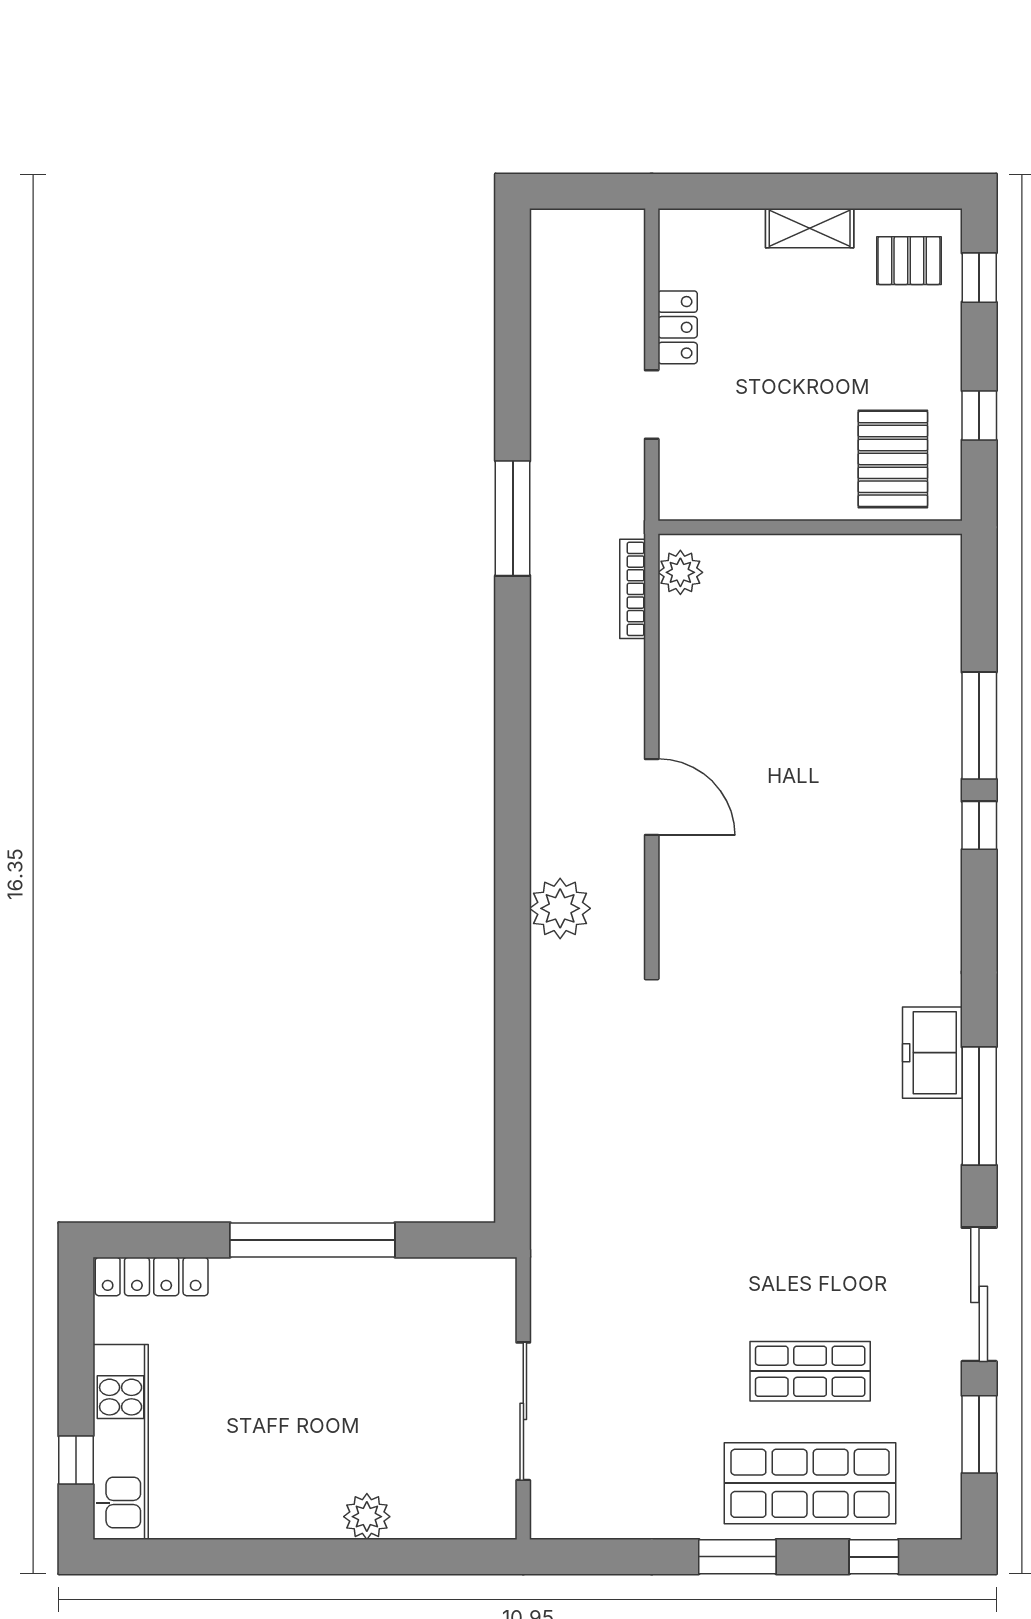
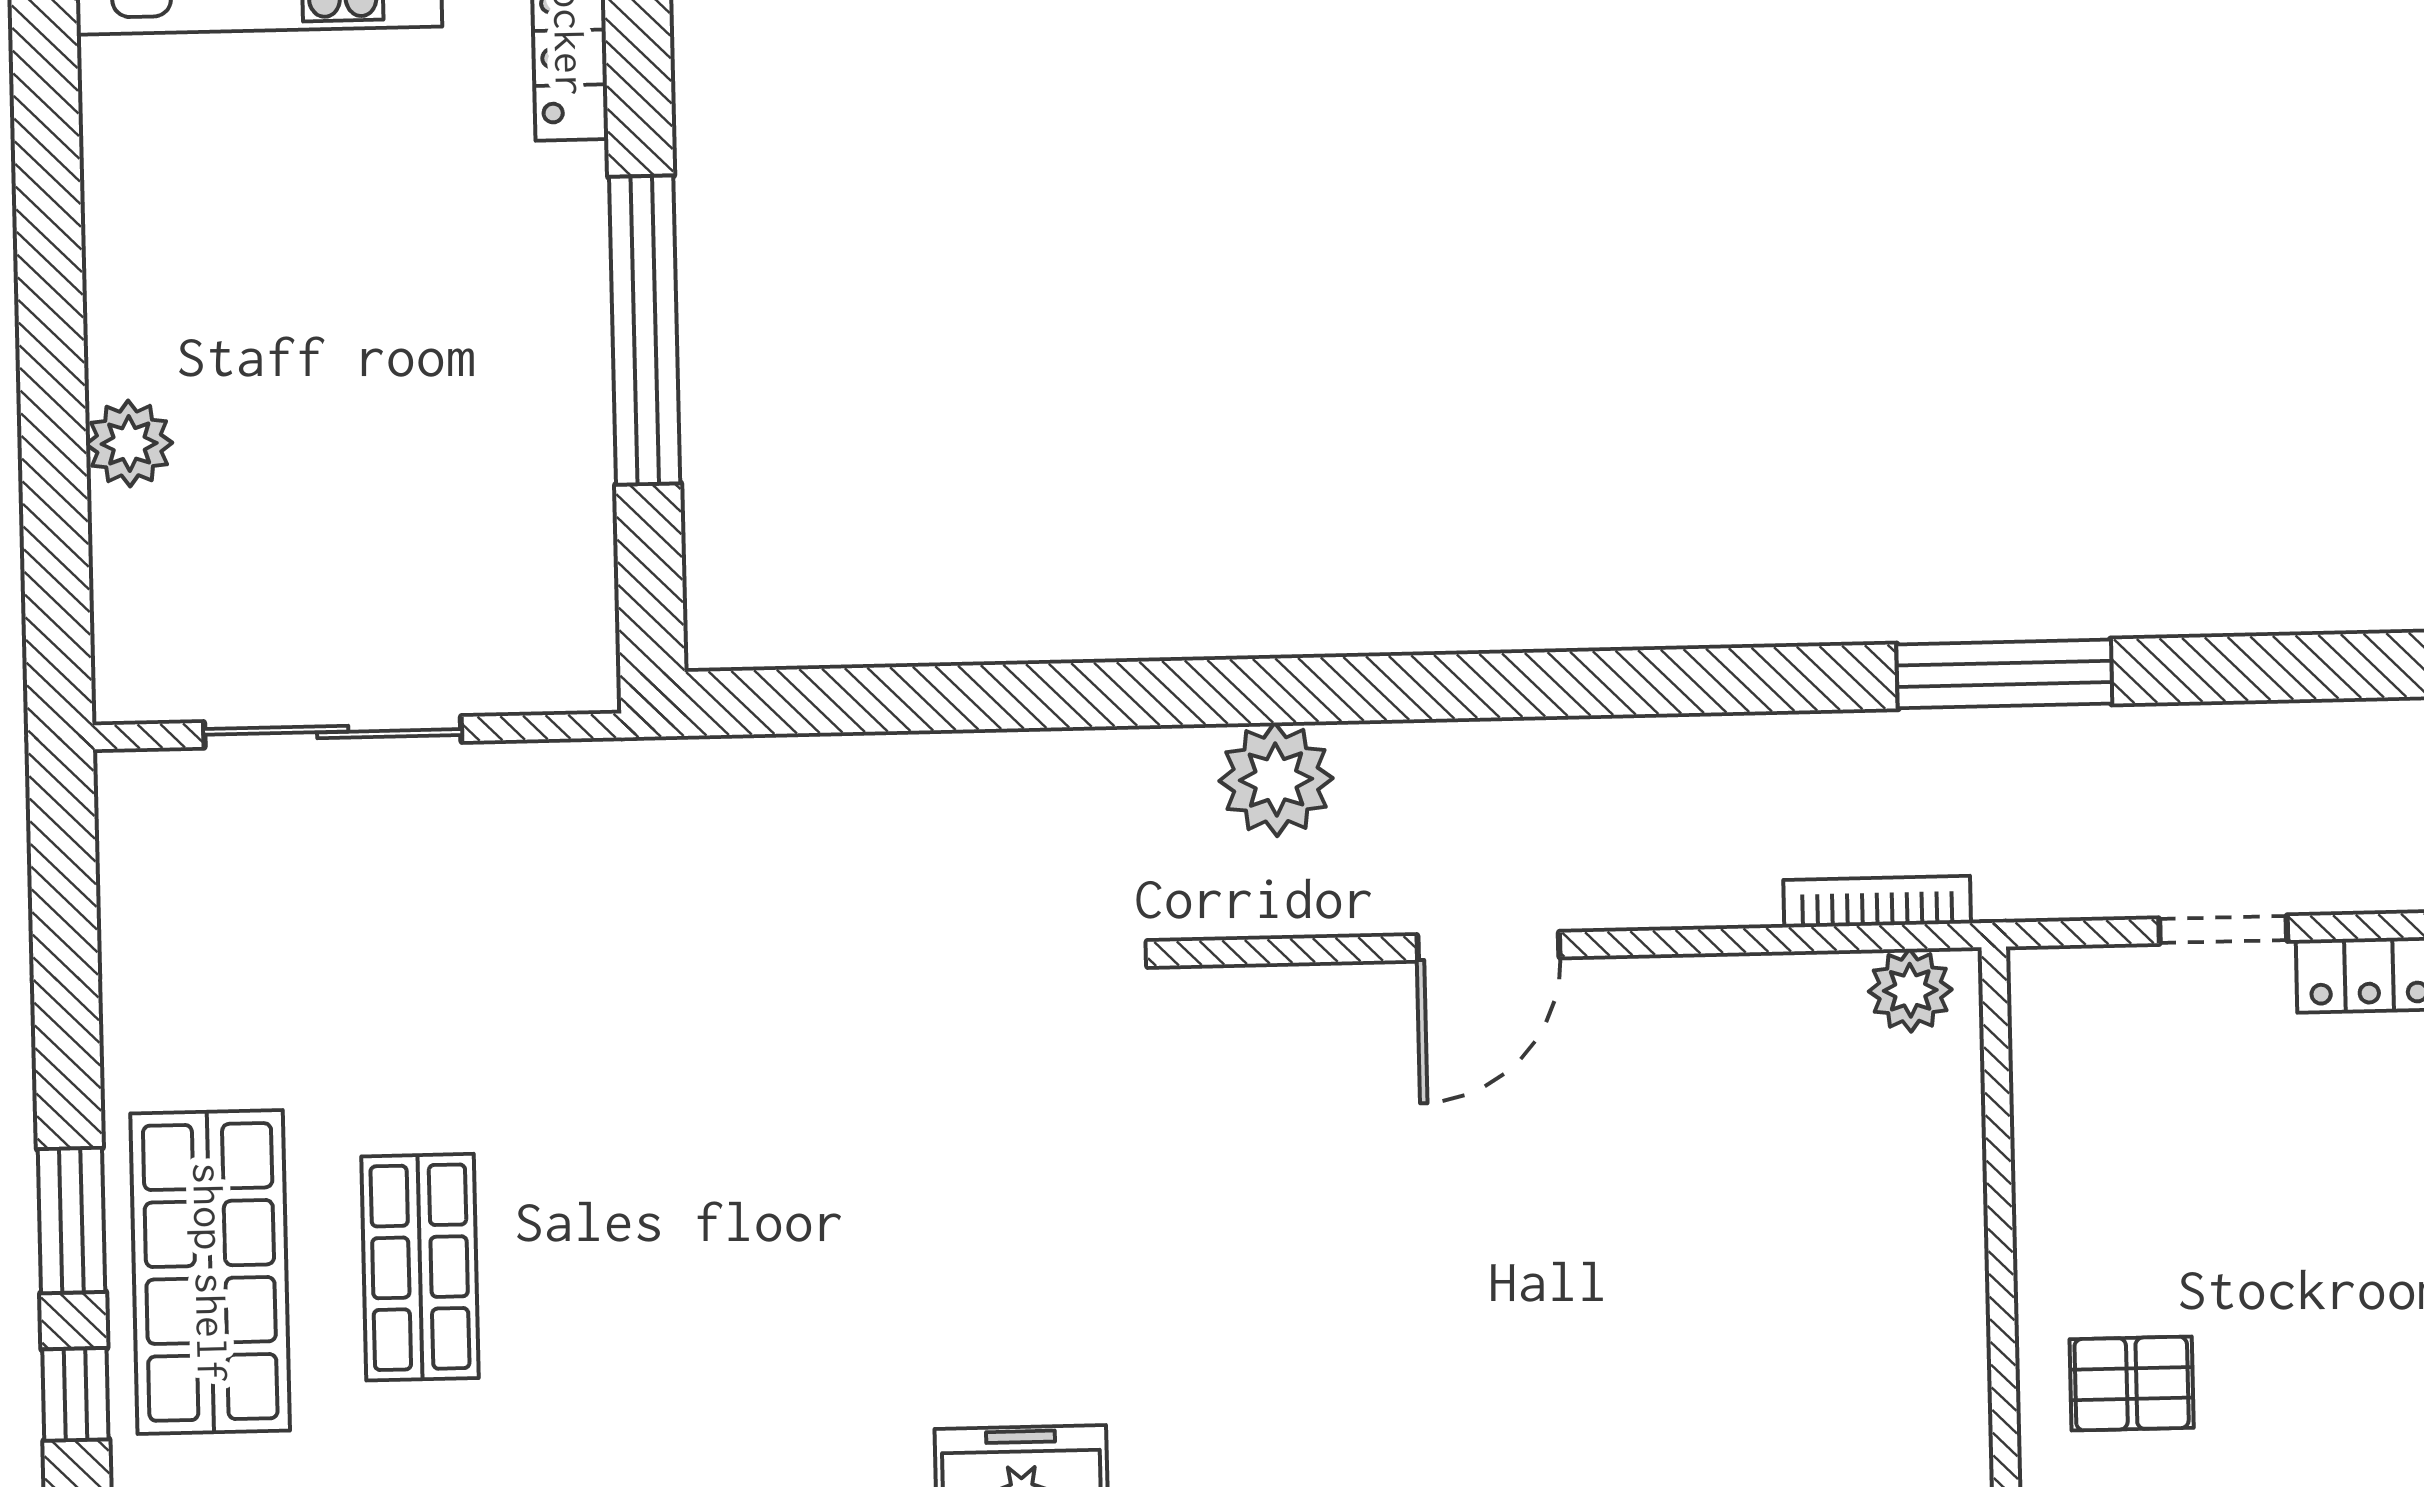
pallet: (893, 459) -> (2132, 1383), width x0.67, depth x0.71
window: (737, 1557) -> (71, 1221), moved

